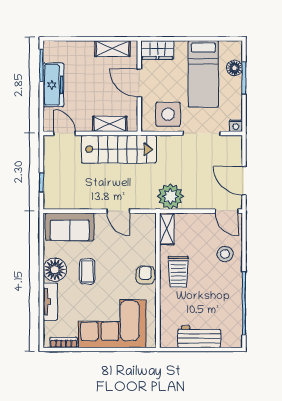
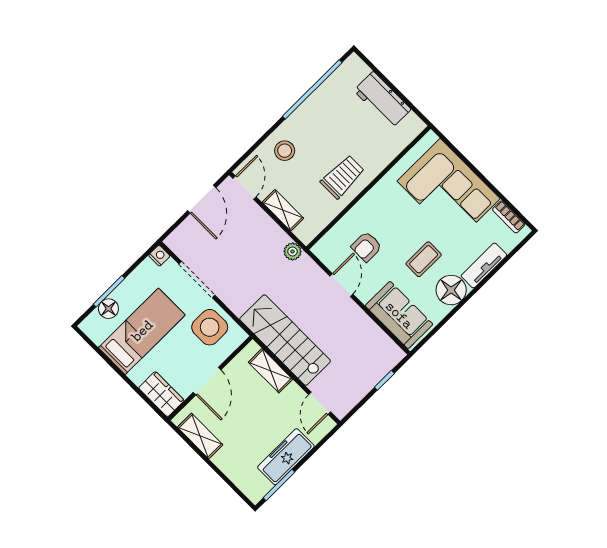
plant: (170, 196) -> (293, 251), width x0.53, depth x0.53
shelving: (167, 229) -> (283, 210), moved, turned 90
armchair: (145, 275) -> (366, 247), moved

